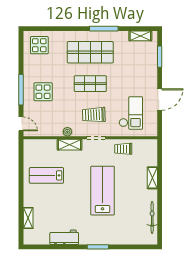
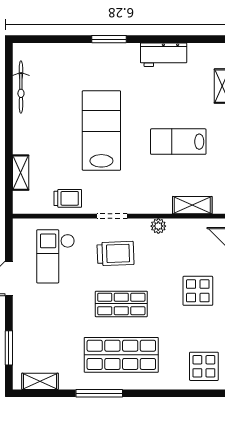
shelving: (70, 145) -> (192, 205), moved
lab bench: (46, 175) -> (178, 142), moved, turned 180
shelving: (152, 178) -> (21, 173), moved
lab bench: (103, 191) -> (101, 131), turned 180

